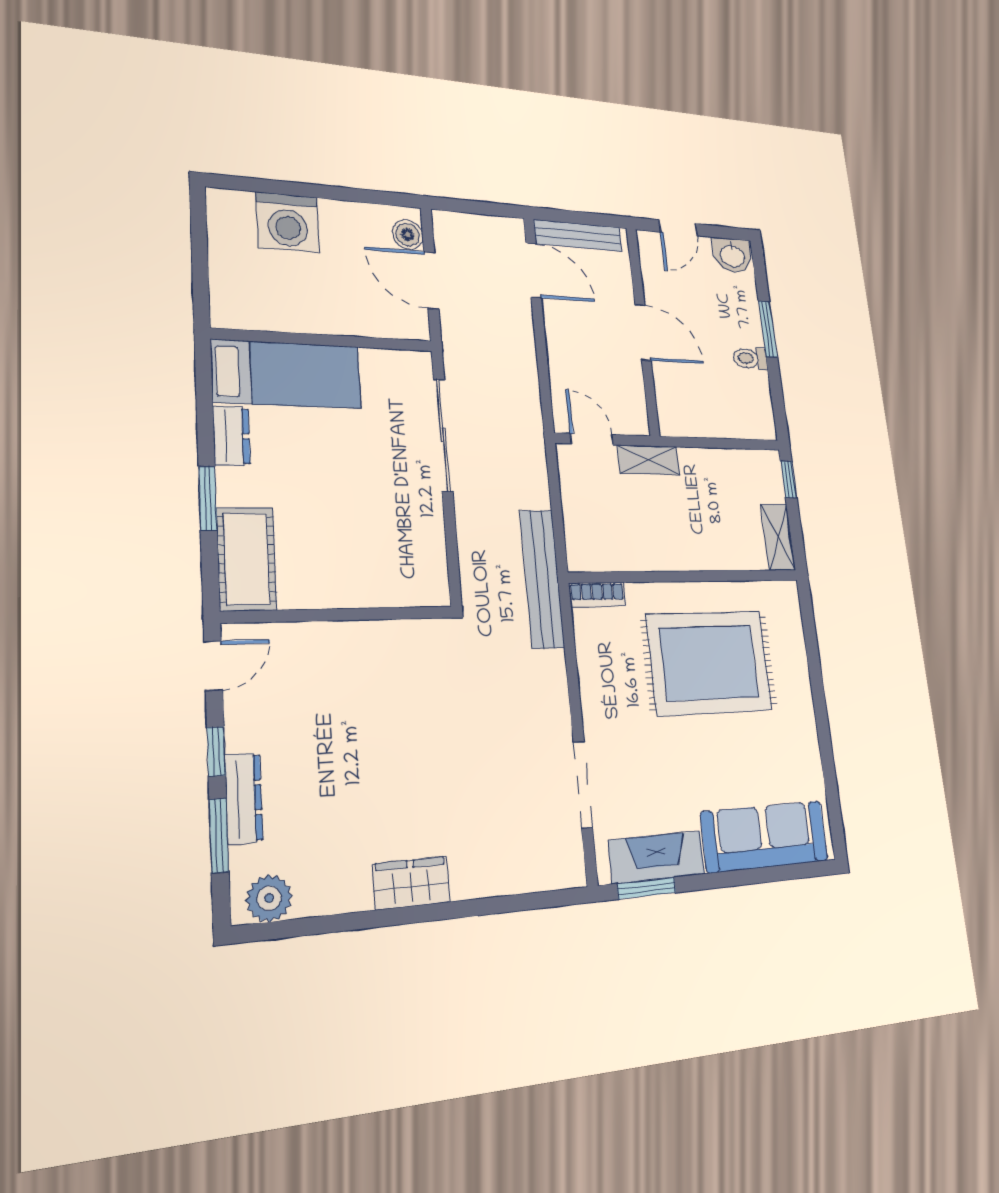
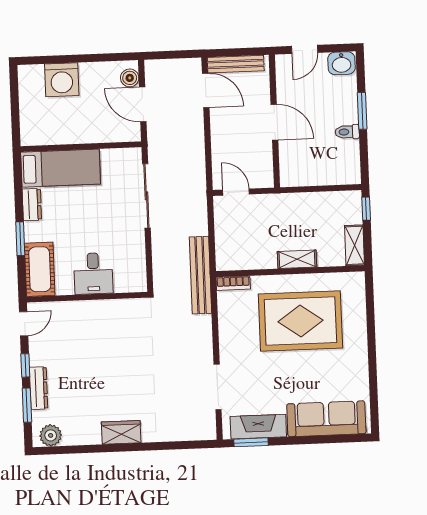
shelving: (649, 460) -> (297, 259), moved
desk: (351, 570) -> (93, 273), added

